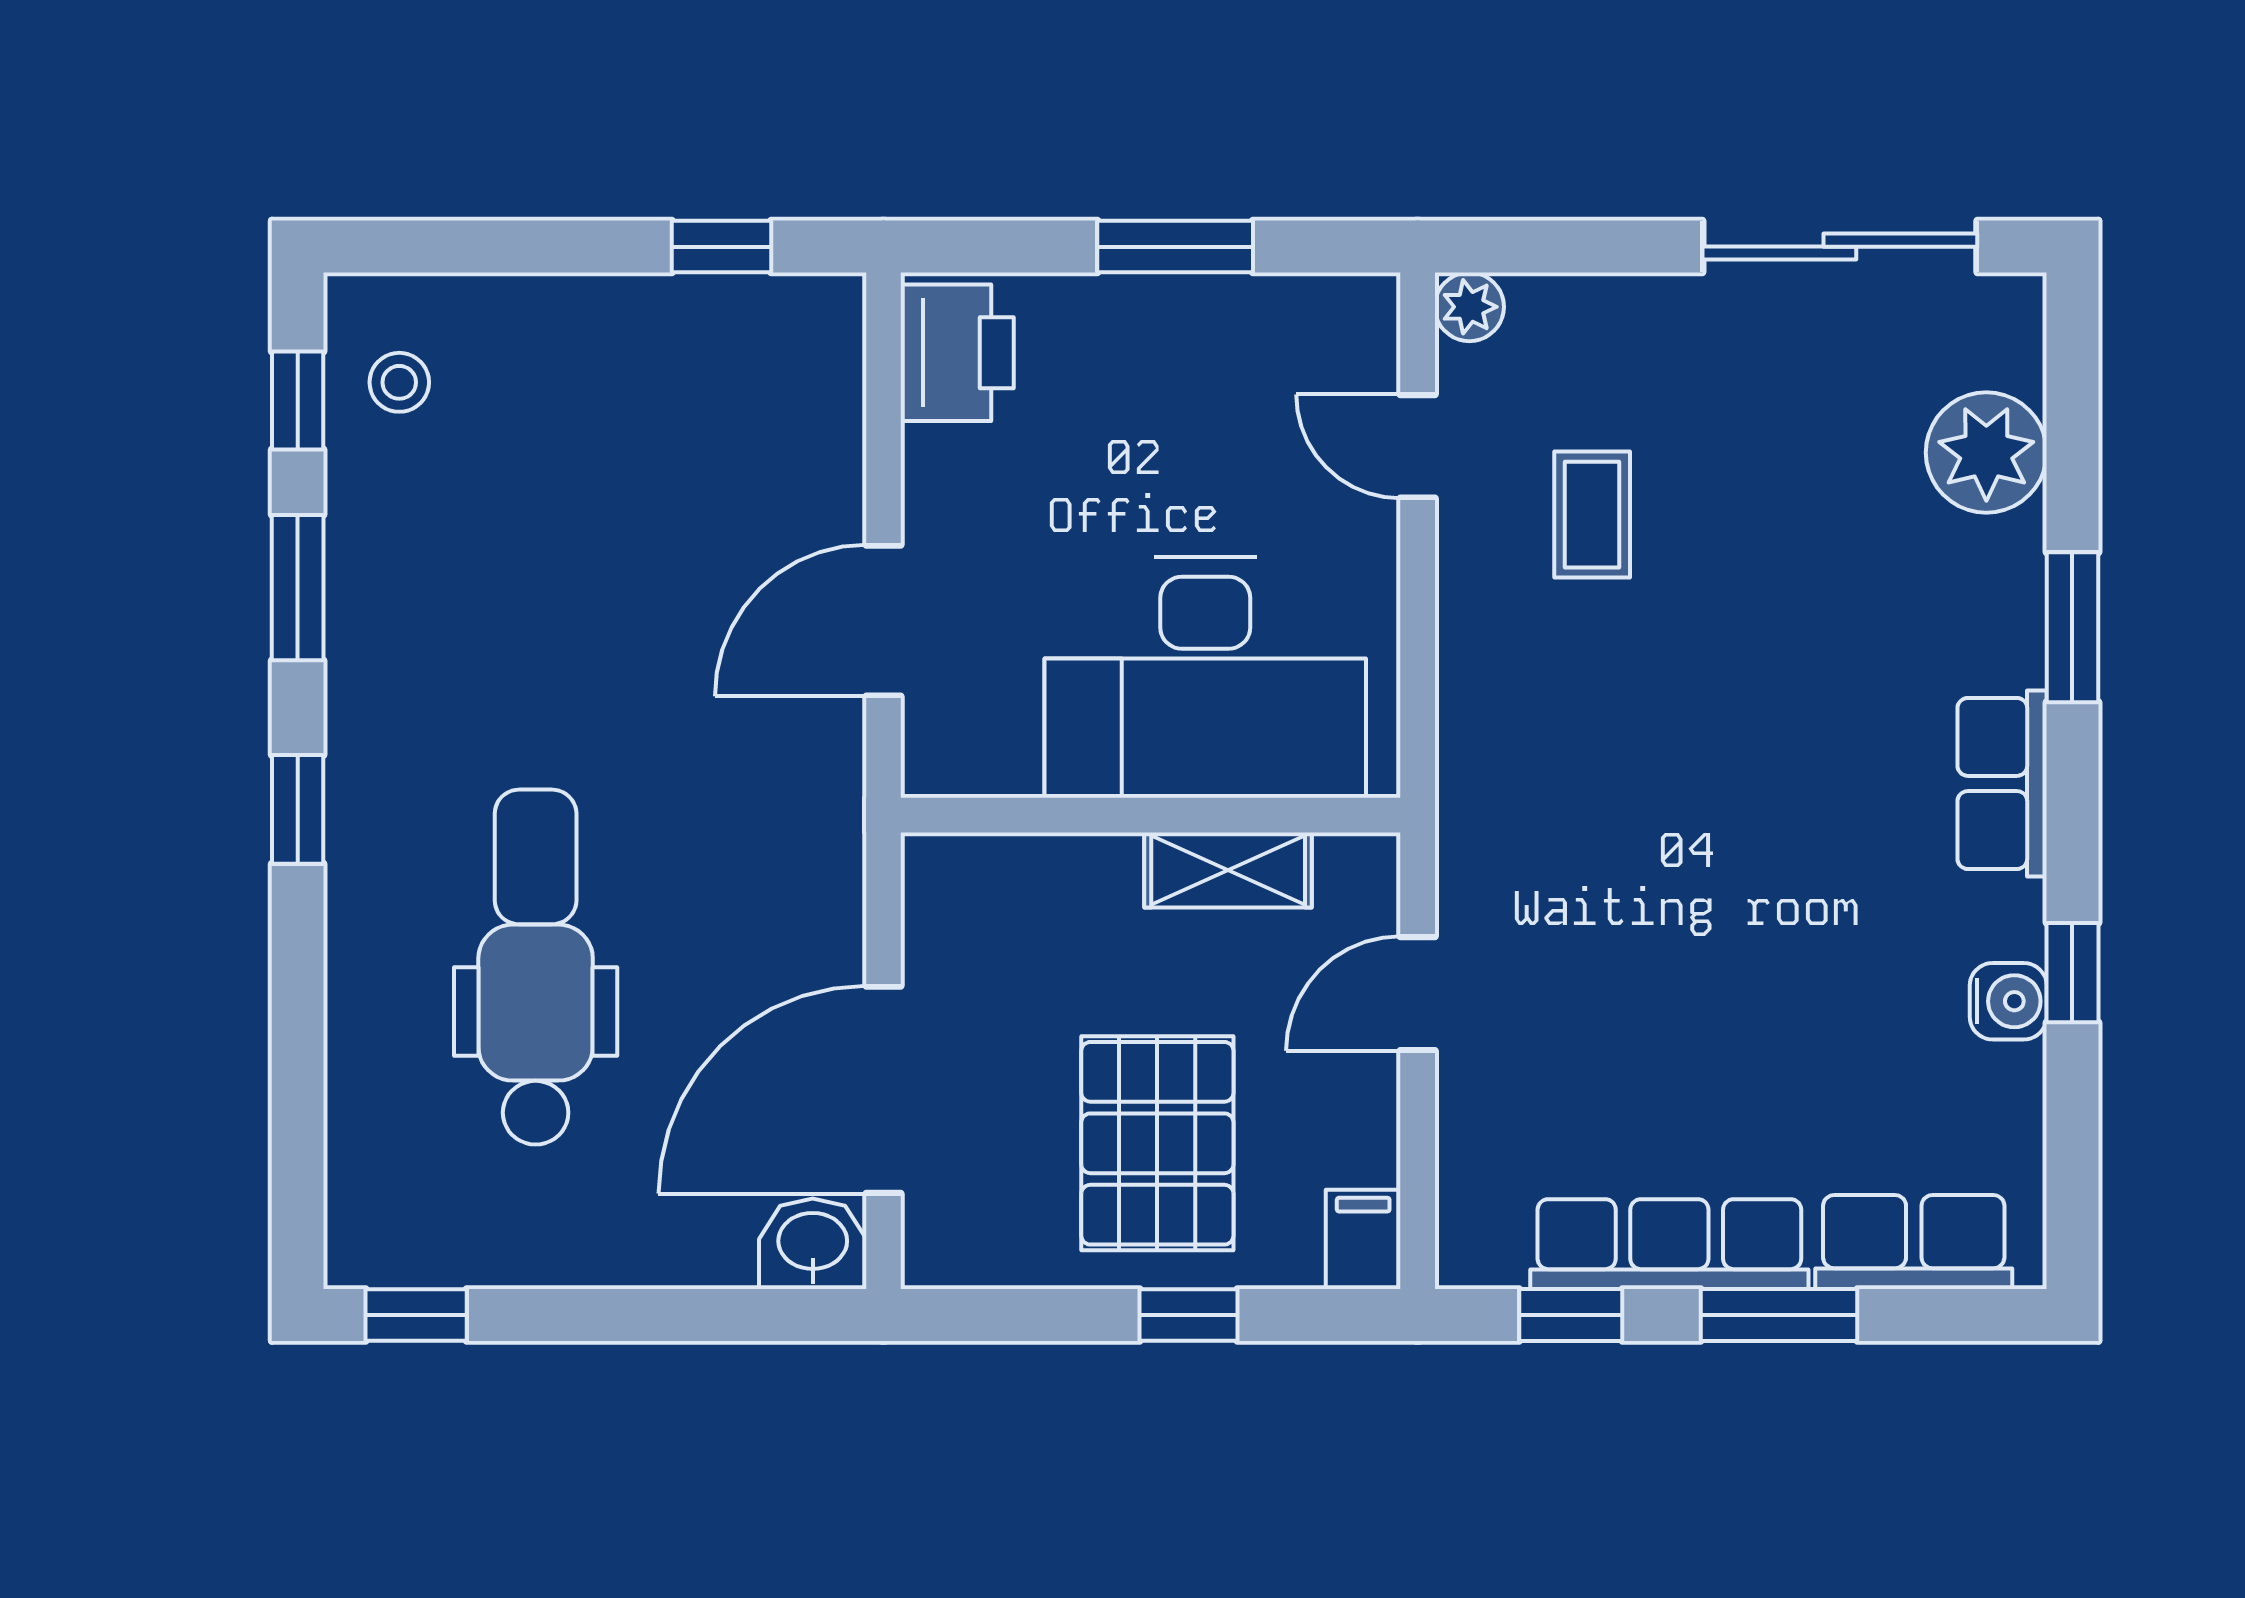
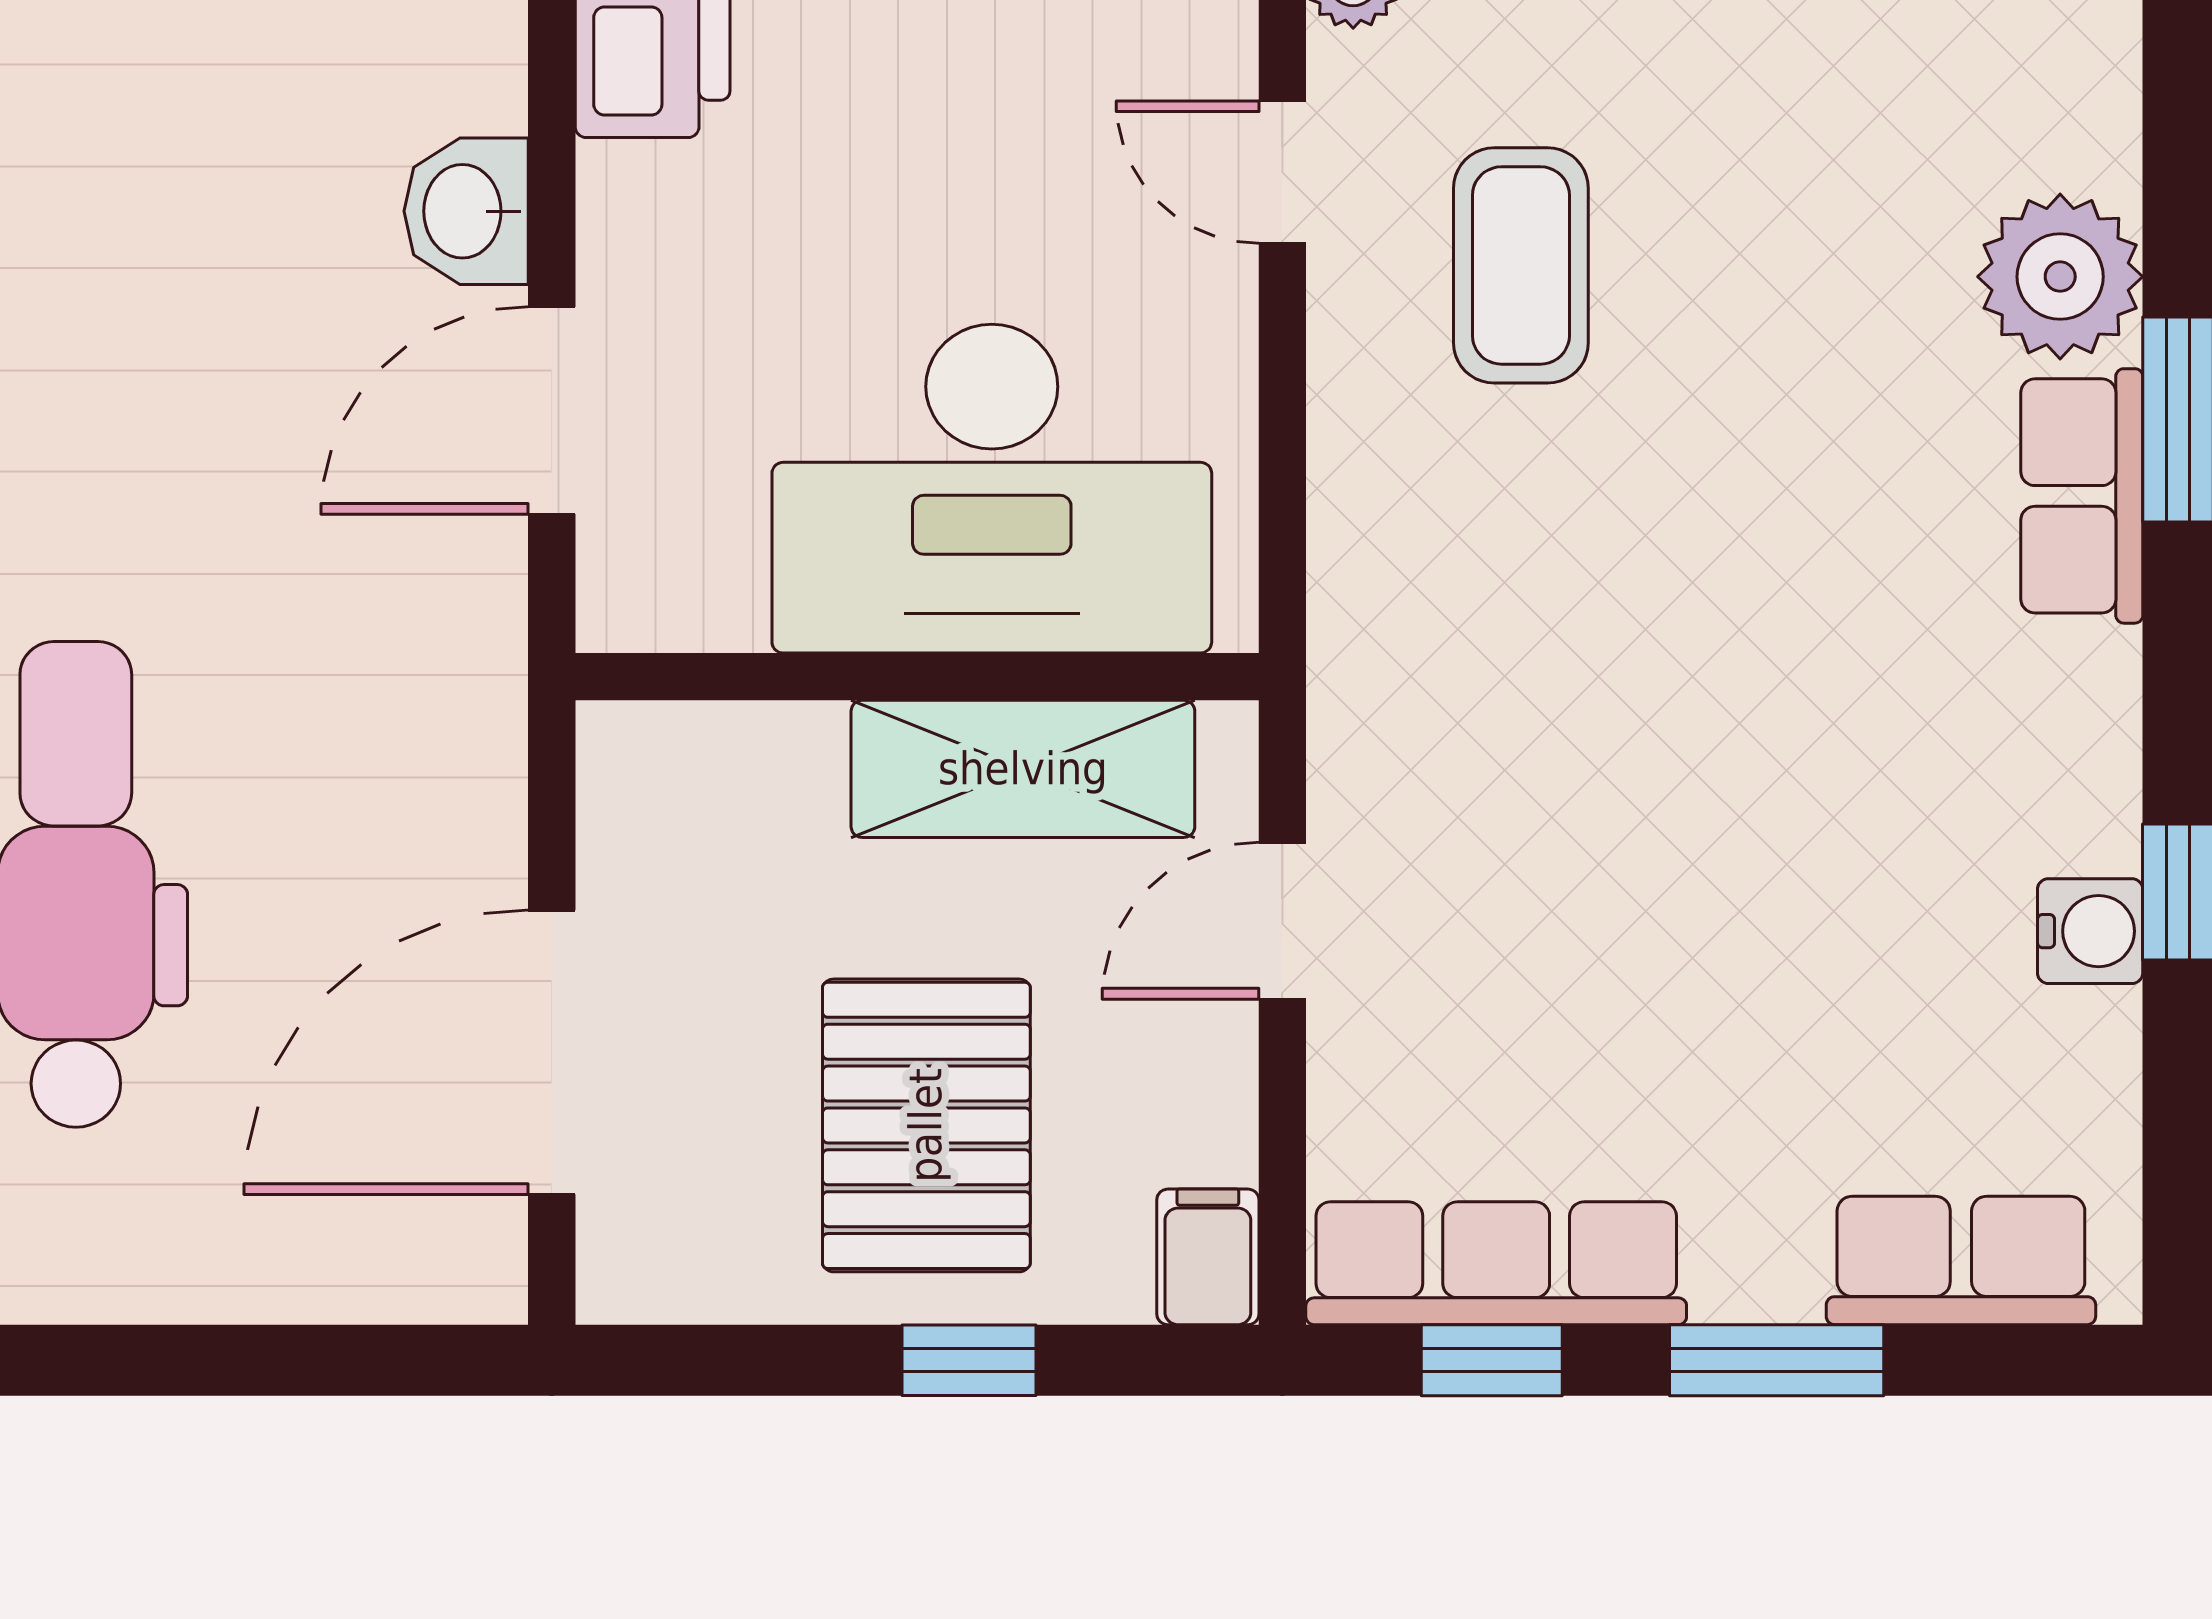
plant: (1986, 453) -> (2060, 277), moved
coffee table: (1592, 515) -> (1521, 265), width x1.36, depth x1.30
row of seats: (2002, 783) -> (2082, 496), moved
shelving: (1228, 870) -> (1023, 769), width x1.50, depth x1.33
washbasin: (813, 1244) -> (466, 211), moved, turned -90
row of seats: (1669, 1244) -> (1496, 1263), moved

